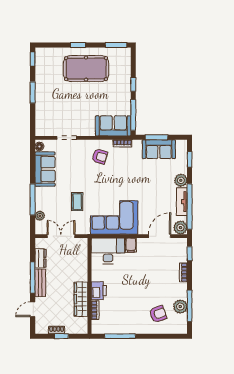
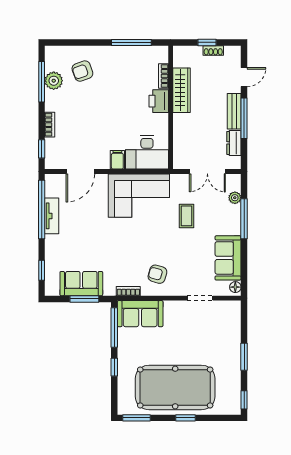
pool table: (86, 69) -> (175, 387), width x1.36, depth x1.32
plant: (181, 180) -> (53, 243), removed
plant: (180, 228) -> (53, 182), removed

